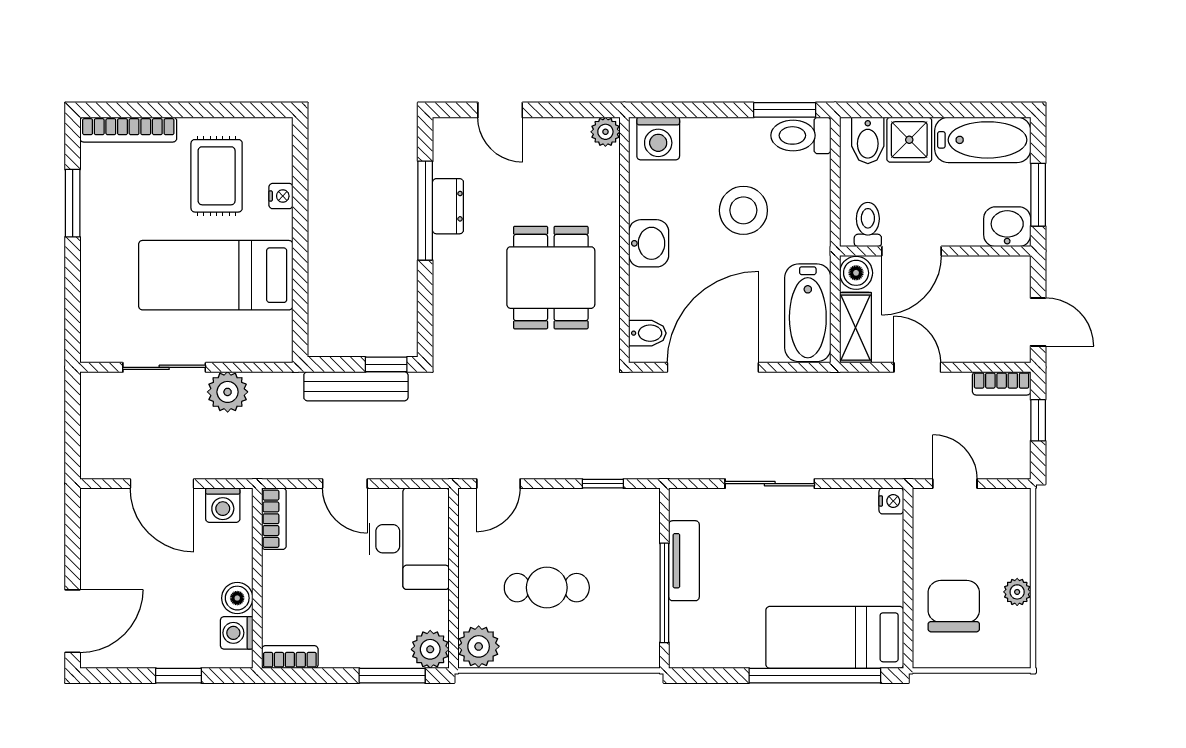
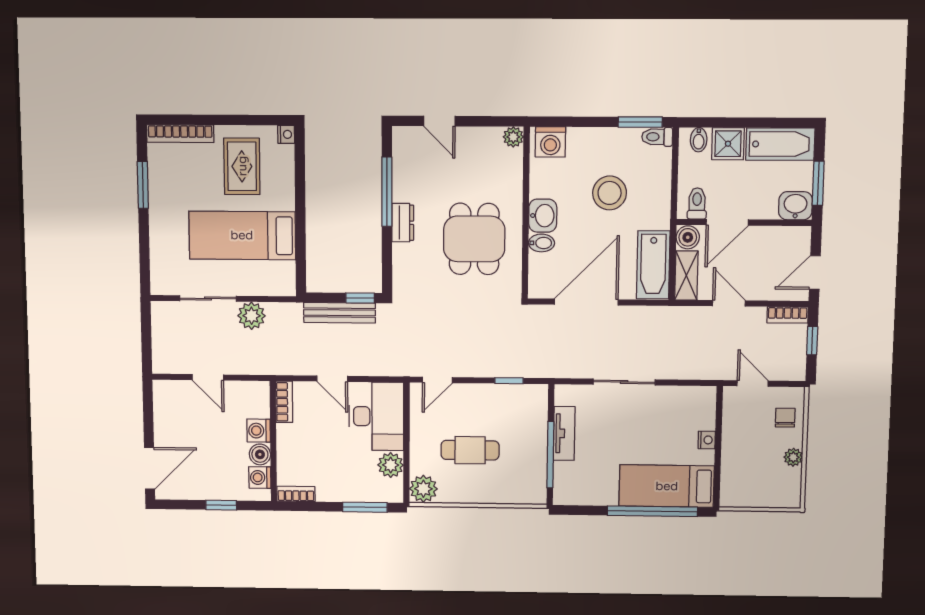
toilet: (801, 135) -> (657, 137), width x0.73, depth x0.72
bidet: (868, 140) -> (699, 140), width x0.72, depth x0.74
nightstand: (281, 196) -> (286, 134), moved
dresser: (448, 206) -> (403, 223), moved
door: (1038, 322) -> (815, 273), swing flipped
bidet: (647, 333) -> (542, 243), moved
door: (162, 484) -> (208, 377), width x0.73
nightstand: (891, 501) -> (707, 440), moved
washing machine: (223, 505) -> (259, 431), moved, turned 90
chair: (954, 606) -> (785, 418), moved, width x0.54, depth x0.54
plant: (430, 649) -> (391, 465), moved

